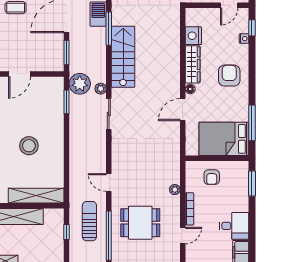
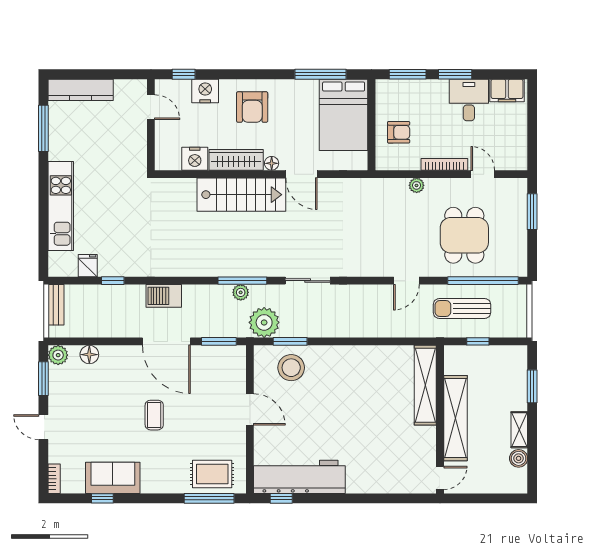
window: (109, 29) -> (242, 281), moved
nightstand: (244, 39) -> (205, 91), width x1.89, depth x1.79
stairs: (123, 57) -> (241, 195), moved, turned 180
armchair: (229, 76) -> (252, 107), turned -90
plant: (101, 89) -> (241, 292), moved
stool: (29, 146) -> (291, 368), moved
window: (252, 216) -> (455, 74), added

